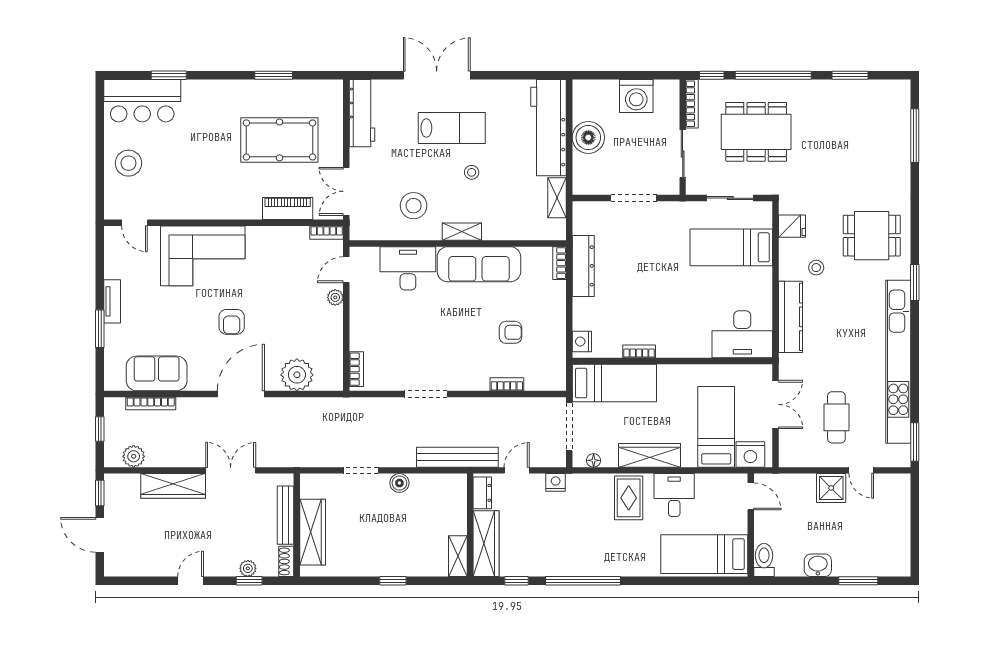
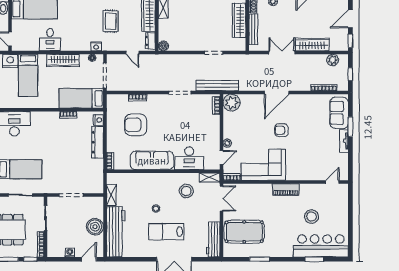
door: (600, 75) -> (89, 259), added
washing machine: (636, 96) -> (70, 252), width x0.53, depth x0.53
bar counter: (142, 101) -> (321, 246), width x1.36
pool table: (279, 140) -> (244, 232), moved
stool: (128, 163) -> (311, 217), moved
piano: (288, 208) -> (286, 190), moved
door: (134, 223) -> (332, 182), hinge flipped
shelving: (462, 232) -> (210, 177), moved
corner sofa: (203, 256) -> (263, 165), moved
dresser: (583, 266) -> (98, 142), moved
armchair: (232, 322) -> (281, 130), turned -90
armchair: (510, 332) -> (136, 125), width x1.88, depth x1.88
sofa: (157, 373) -> (339, 113), moved, turned 90
plant: (297, 375) -> (232, 103), moved
bench: (457, 457) -> (217, 86), moved
double door: (231, 470) -> (282, 53), swing flipped
door: (517, 470) -> (132, 53), hinge flipped
nightstand: (556, 482) -> (96, 46), moved
boiler: (399, 483) -> (163, 46), moved
rug: (629, 498) -> (111, 21), moved
door: (100, 535) -> (350, 19), swing flipped

